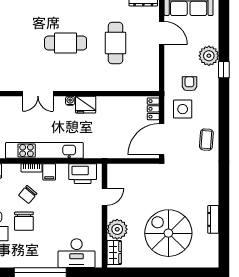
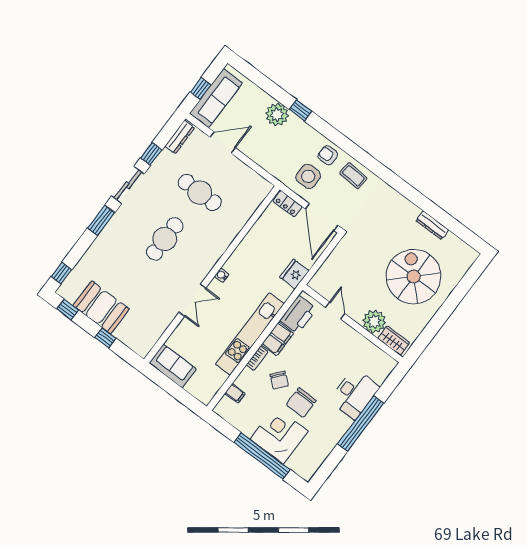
armchair: (189, 84) -> (328, 155), moved
fridge: (86, 105) -> (294, 274), moved, turned 180
filing cabinet: (49, 172) -> (278, 339), width x2.00
chair: (24, 221) -> (301, 402), turned 90
spiral stairs: (168, 233) -> (414, 277), turned 90
desk: (77, 253) -> (354, 394), moved

